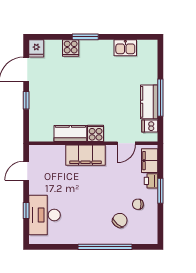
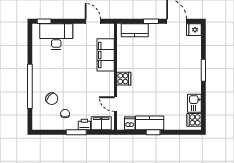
cooker: (71, 48) -> (194, 120), moved
window: (160, 98) -> (153, 132), width x0.46
kitchen counter: (70, 134) -> (135, 30), moved, turned 90
filing cabinet: (86, 155) -> (106, 55), moved
window: (26, 211) -> (44, 21), moved

